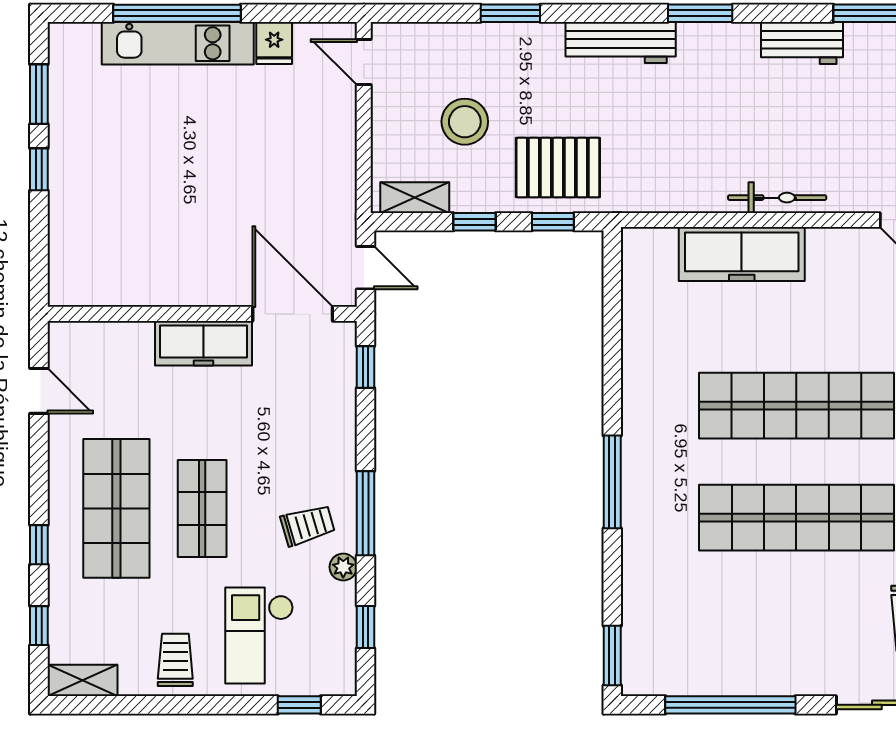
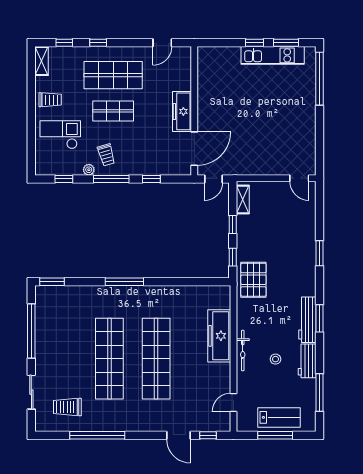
window: (177, 13) -> (320, 79), moved
window: (510, 13) -> (320, 253), moved
kitchen unit: (178, 43) -> (273, 55), moved, turned -90
fridge: (274, 43) -> (307, 141), removed
workbench: (621, 43) -> (307, 320), moved
door: (364, 62) -> (299, 178), swing flipped
stool: (465, 122) -> (275, 359), moved, width x0.53, depth x0.53
pallet: (558, 168) -> (253, 280), moved
window: (366, 367) -> (151, 179), moved
window: (299, 705) -> (31, 151), removed

